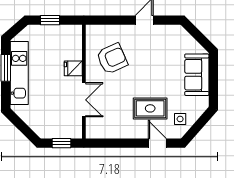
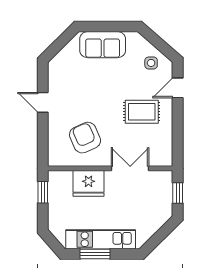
window: (50, 20) -> (43, 192), moved
fridge: (73, 68) -> (89, 183), width x1.88, depth x1.34
rug: (150, 108) -> (142, 112), moved, turned 90

